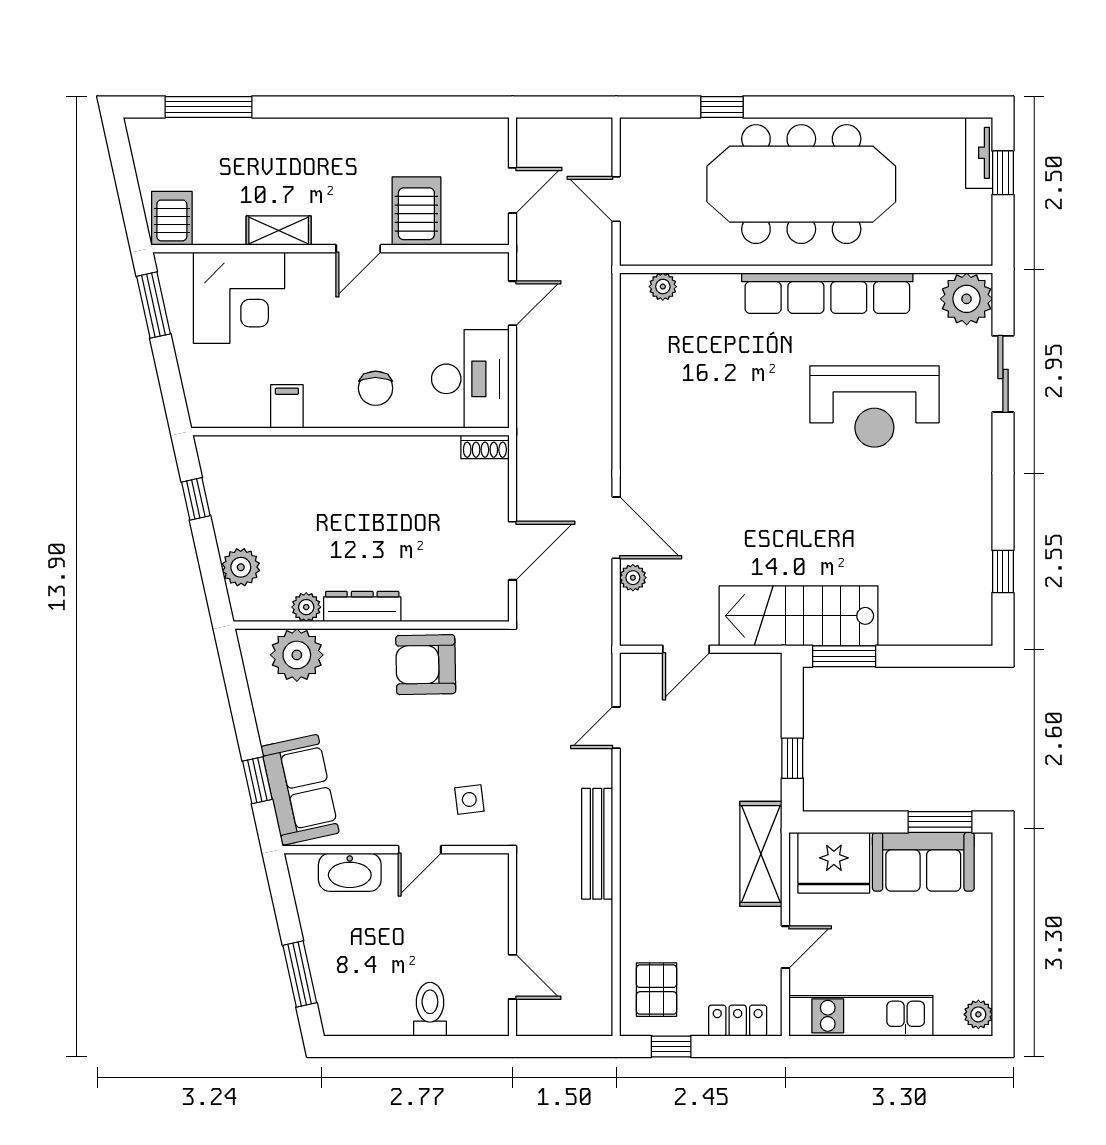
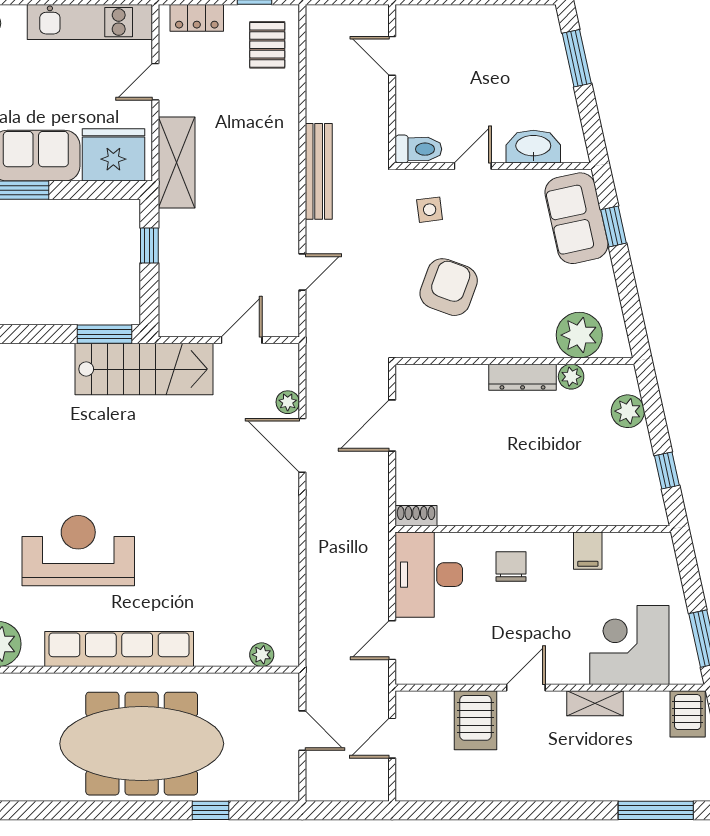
armchair: (426, 665) -> (449, 287), moved, turned -69
toilet: (430, 1009) -> (418, 149), moved, turned -90

